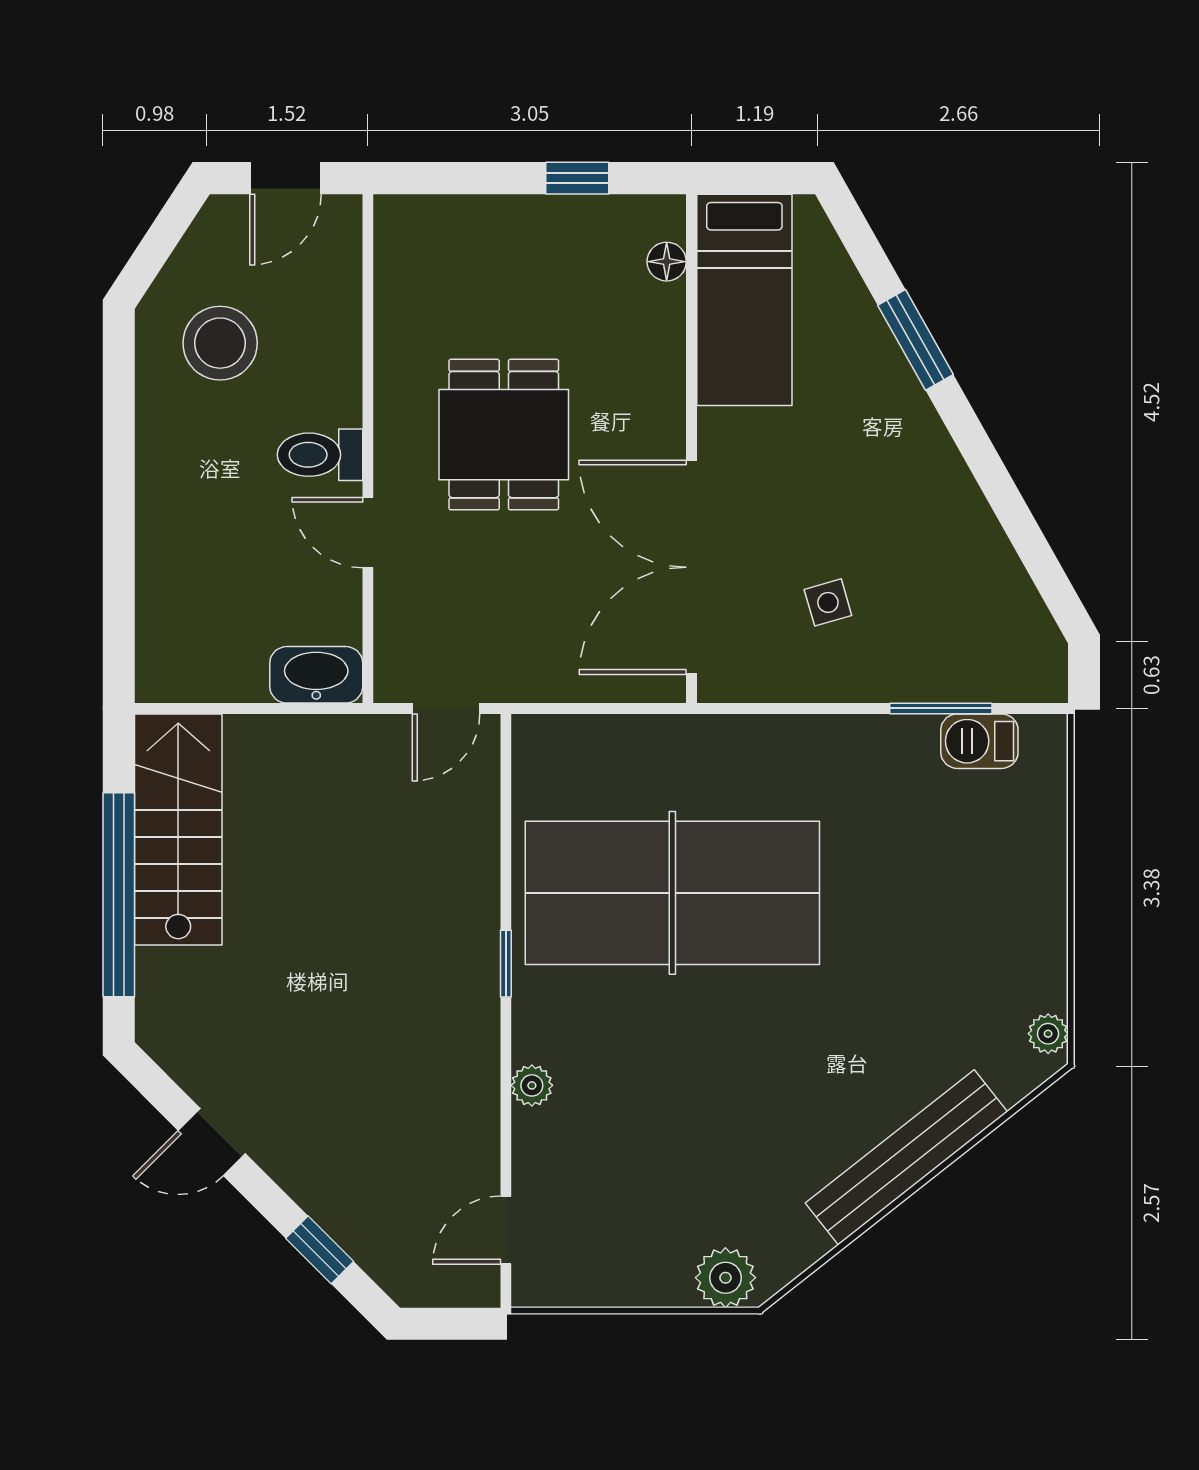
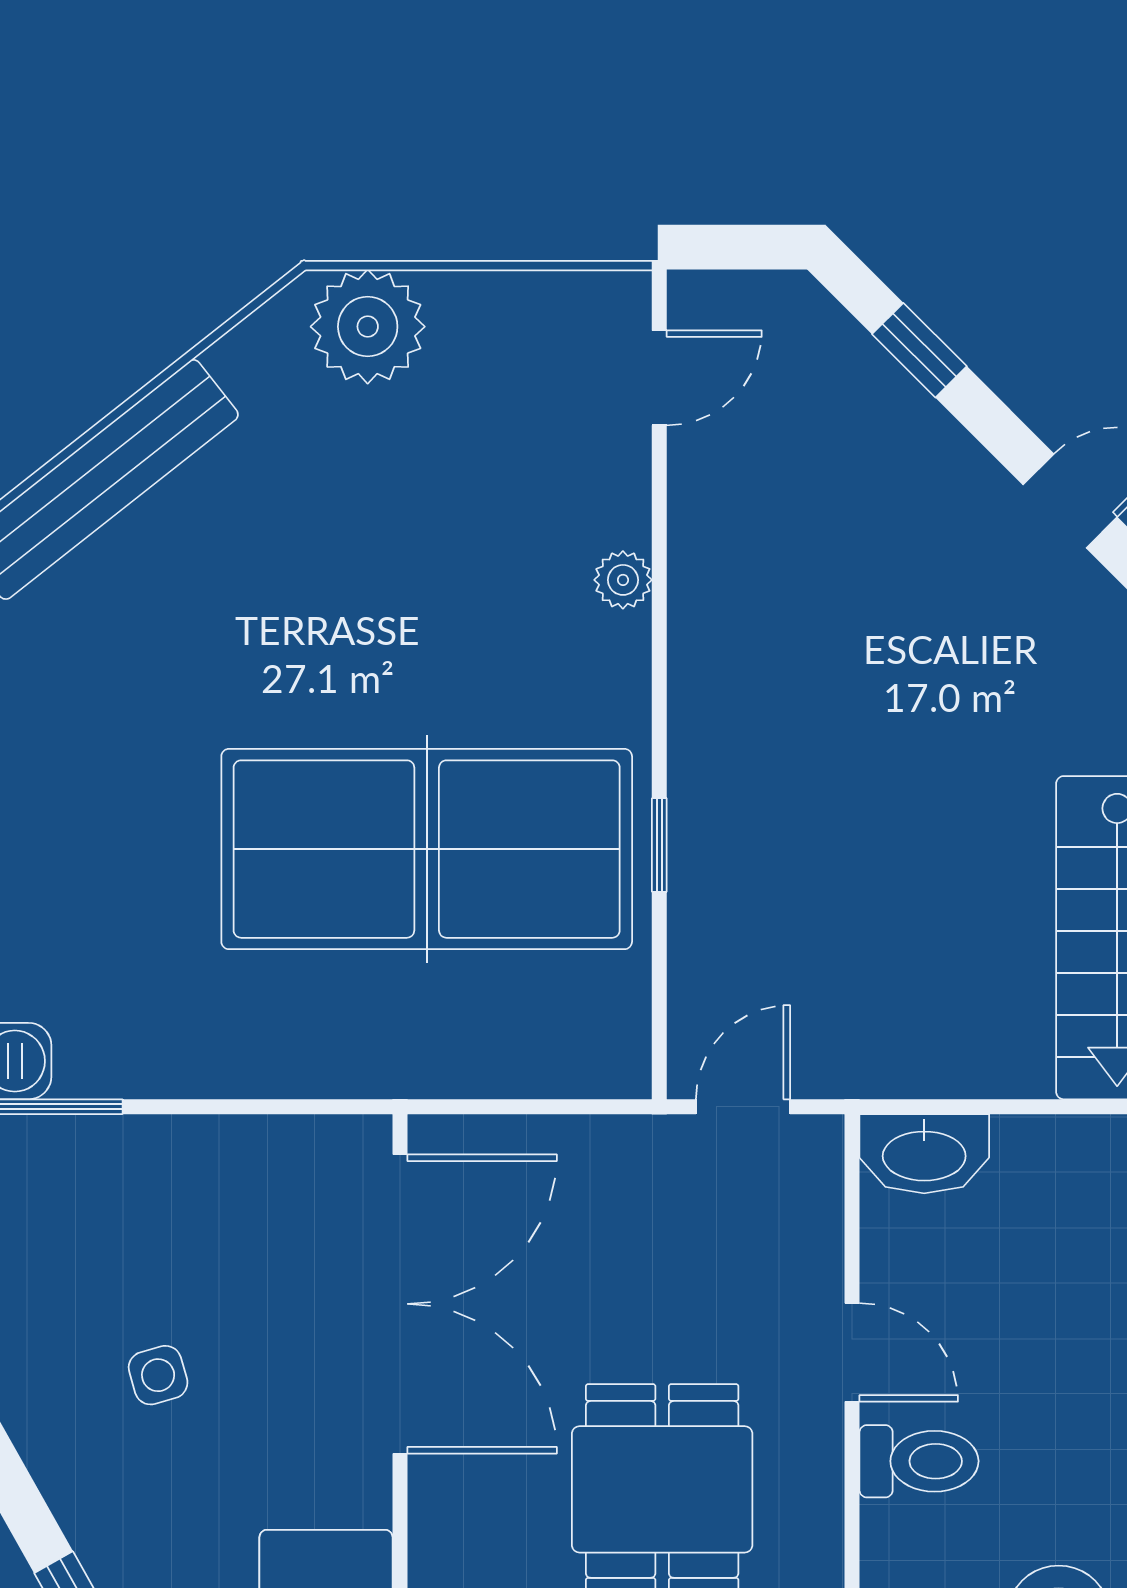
side table: (828, 602) -> (158, 1375), moved
window: (506, 964) -> (659, 845), moved
plant: (725, 1278) -> (368, 327), width x1.36, depth x1.36

